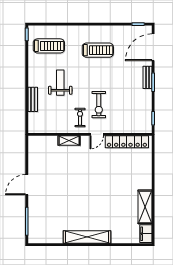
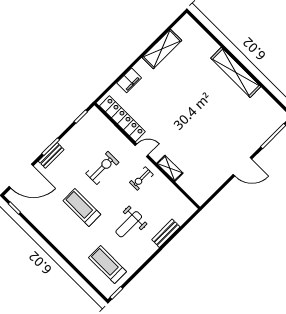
treadmill: (98, 50) -> (82, 207), moved
exercise bike: (99, 105) -> (102, 168), moved
filing cabinet: (146, 234) -> (129, 80), moved

